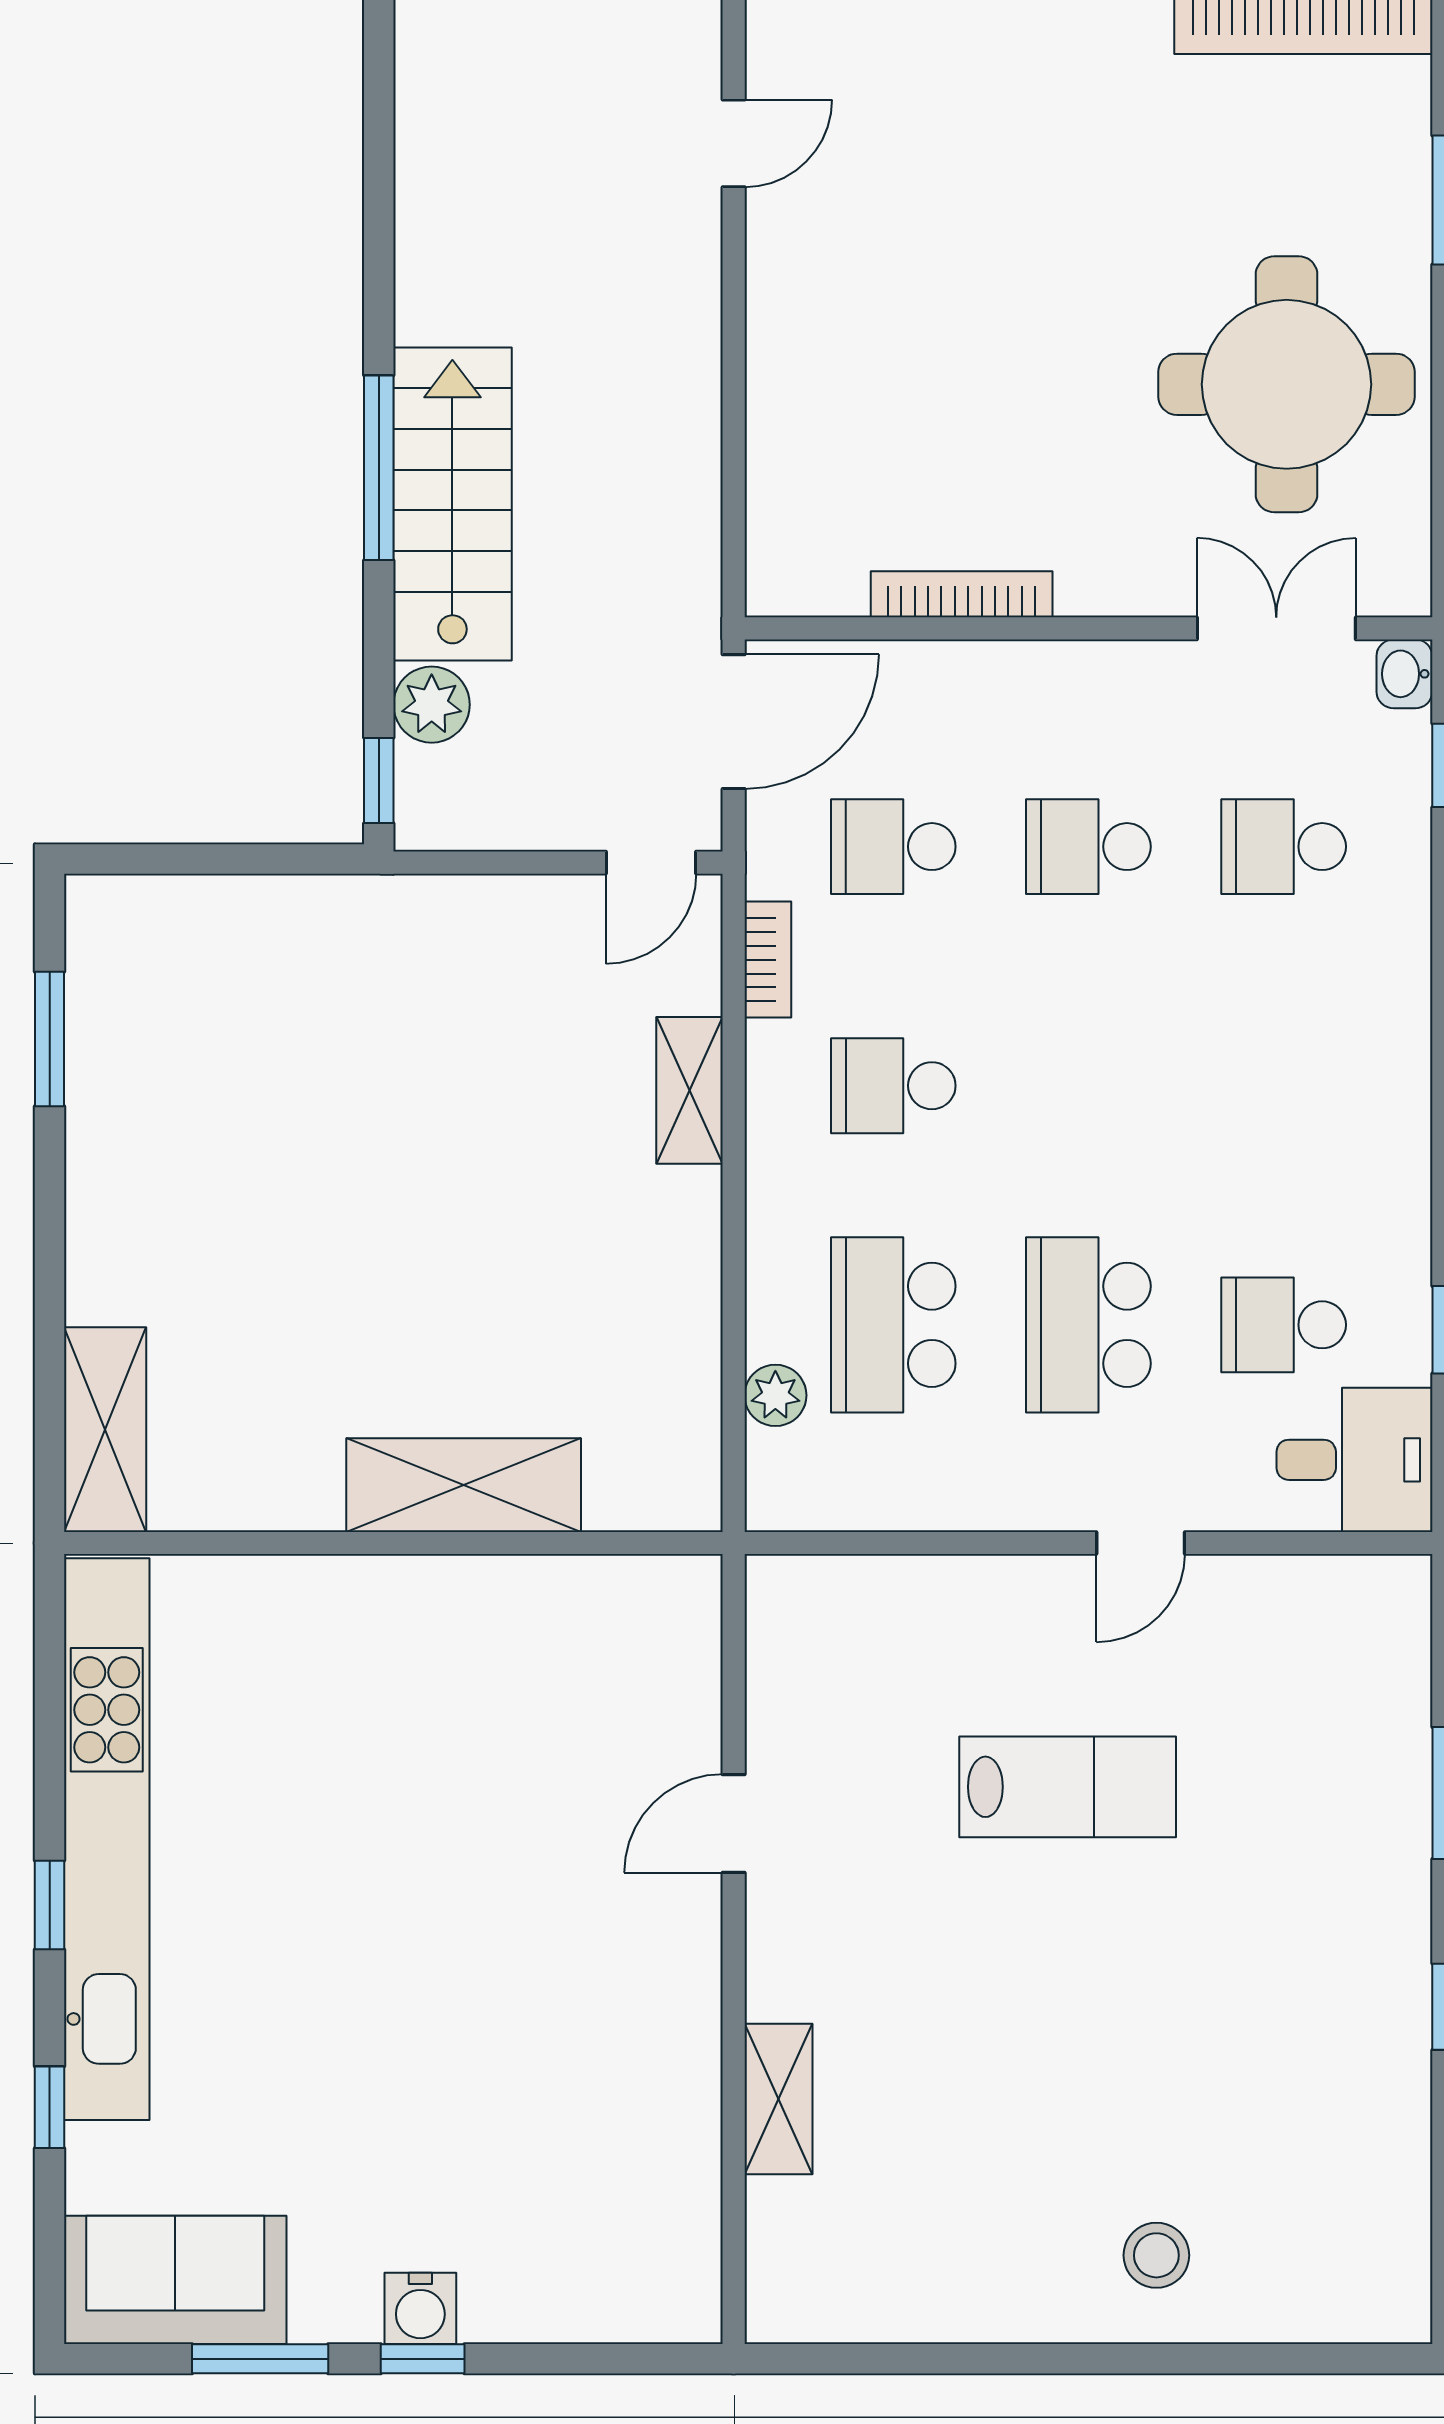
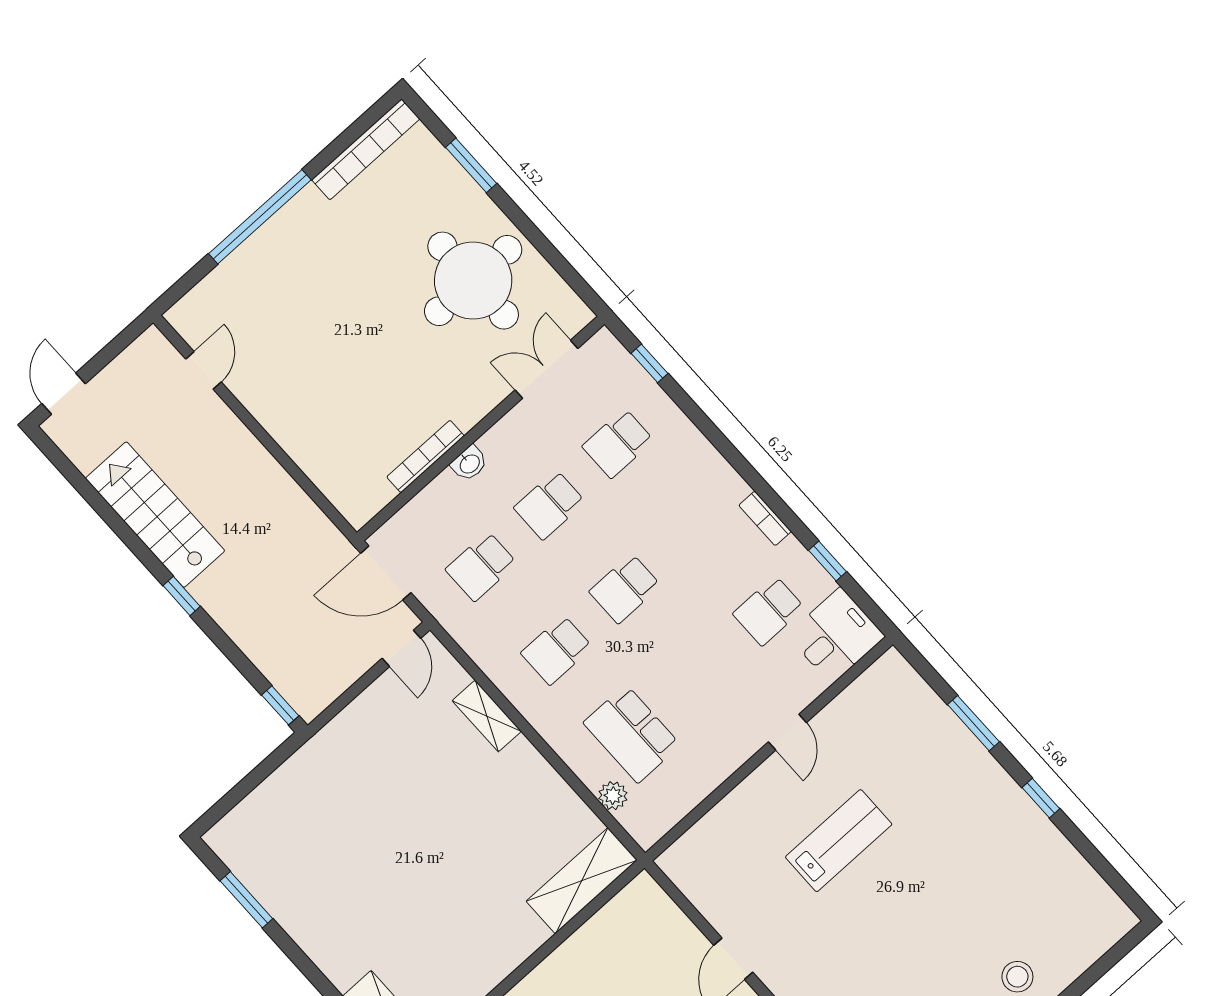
window: (379, 468) -> (182, 596), width x0.46
stairs: (452, 504) -> (155, 515), moved
washbasin: (1404, 674) -> (469, 463), moved, turned -90
plant: (432, 705) -> (275, 662), removed
door: (734, 722) -> (386, 573), swing flipped
bookcase: (768, 960) -> (765, 518), moved, turned 180
school desk: (1088, 1325) -> (625, 589), moved, width x0.54
shelving: (464, 1485) -> (582, 881), moved

